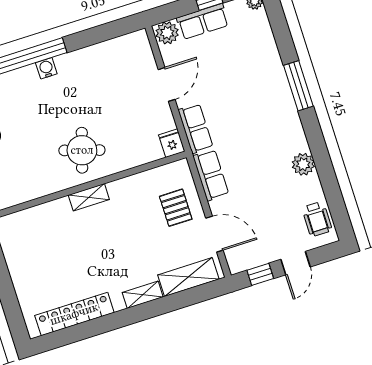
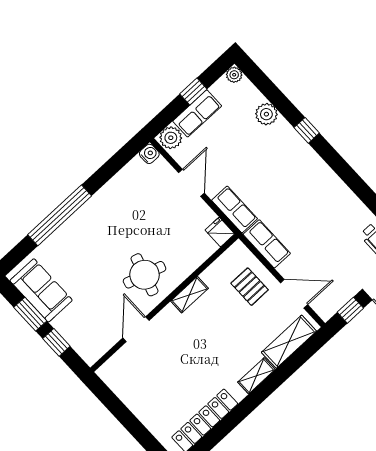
water cooler: (46, 68) -> (149, 154), moved, turned 90
window: (298, 86) -> (307, 130), width x0.46
plant: (303, 164) -> (266, 114), moved
shelving: (89, 197) -> (190, 295), moved
door: (50, 198) -> (136, 329), added

